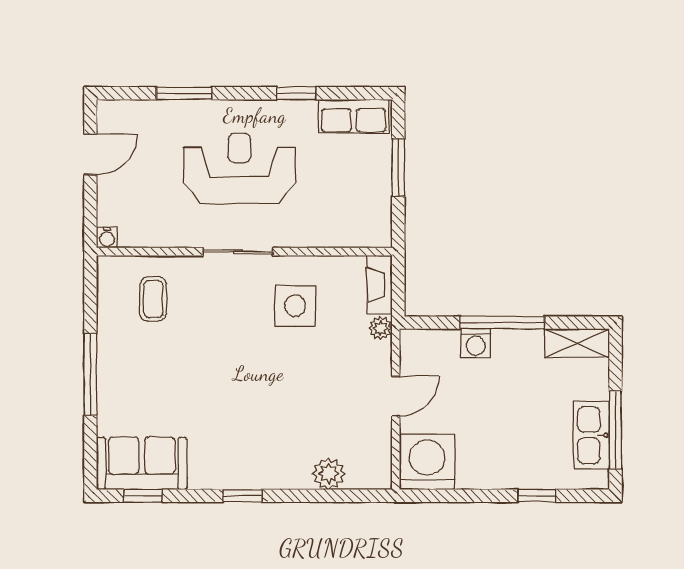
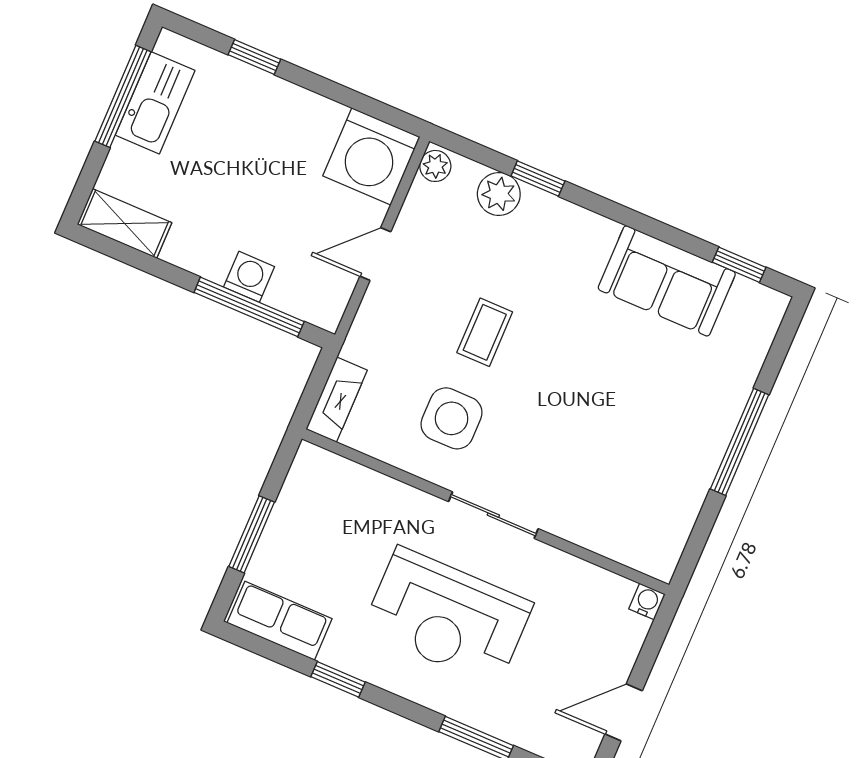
coffee table: (153, 299) -> (485, 332), moved
window: (502, 323) -> (249, 307), moved
plant: (380, 328) -> (435, 166), moved
sofa: (142, 463) -> (667, 281), moved
window: (242, 496) -> (538, 179), moved

